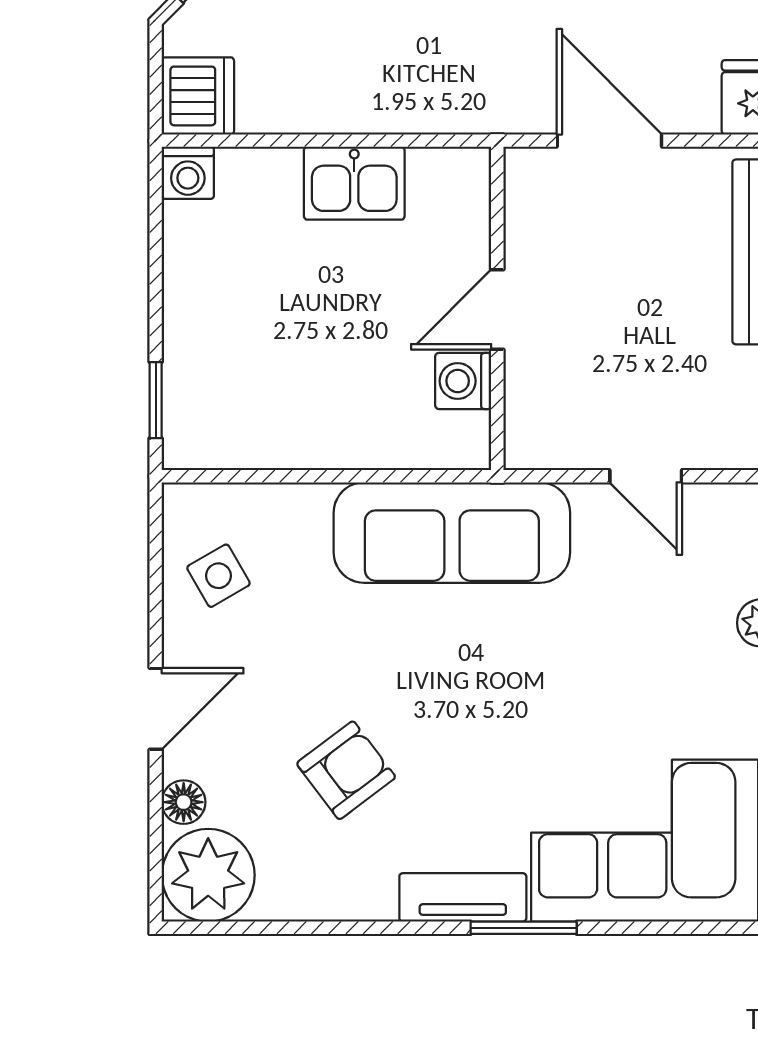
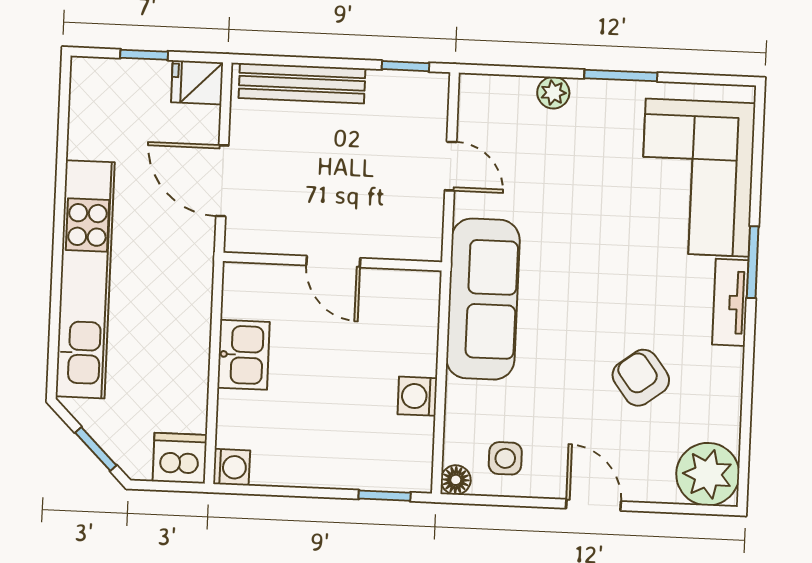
door: (609, 141) -> (222, 181), hinge flipped
washing machine: (463, 381) -> (417, 396), moved, turned 90
door: (646, 476) -> (451, 166), hinge flipped
side table: (218, 576) -> (505, 458), turned 30
floor lamp: (184, 802) -> (456, 480), moved

